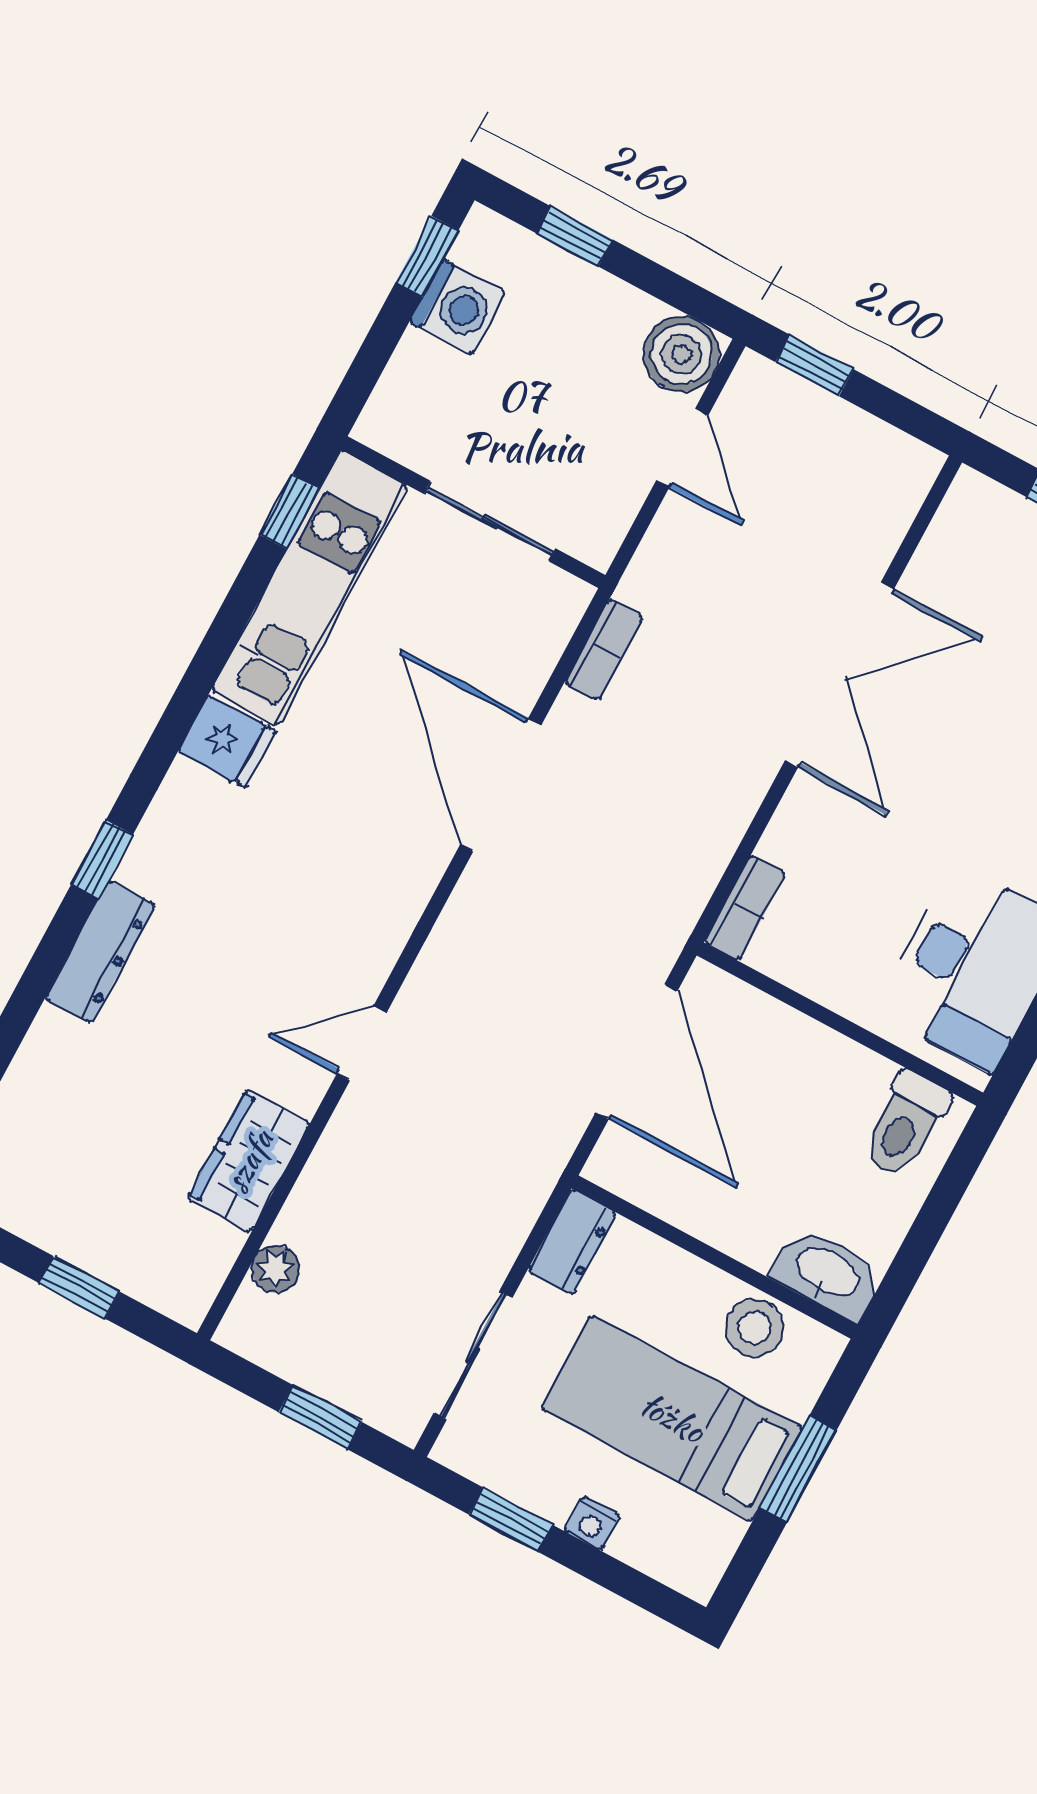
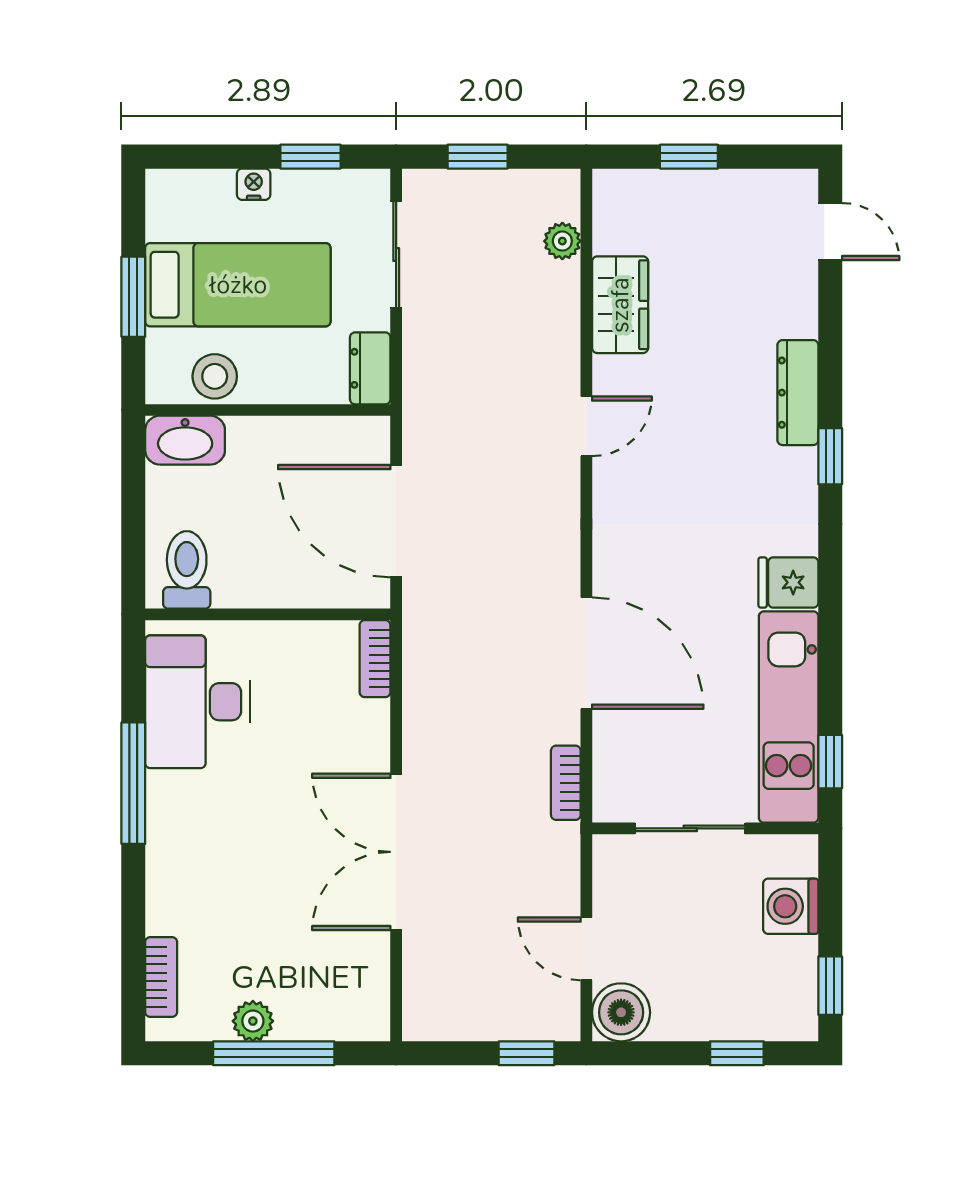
washing machine: (458, 307) -> (791, 906), moved

